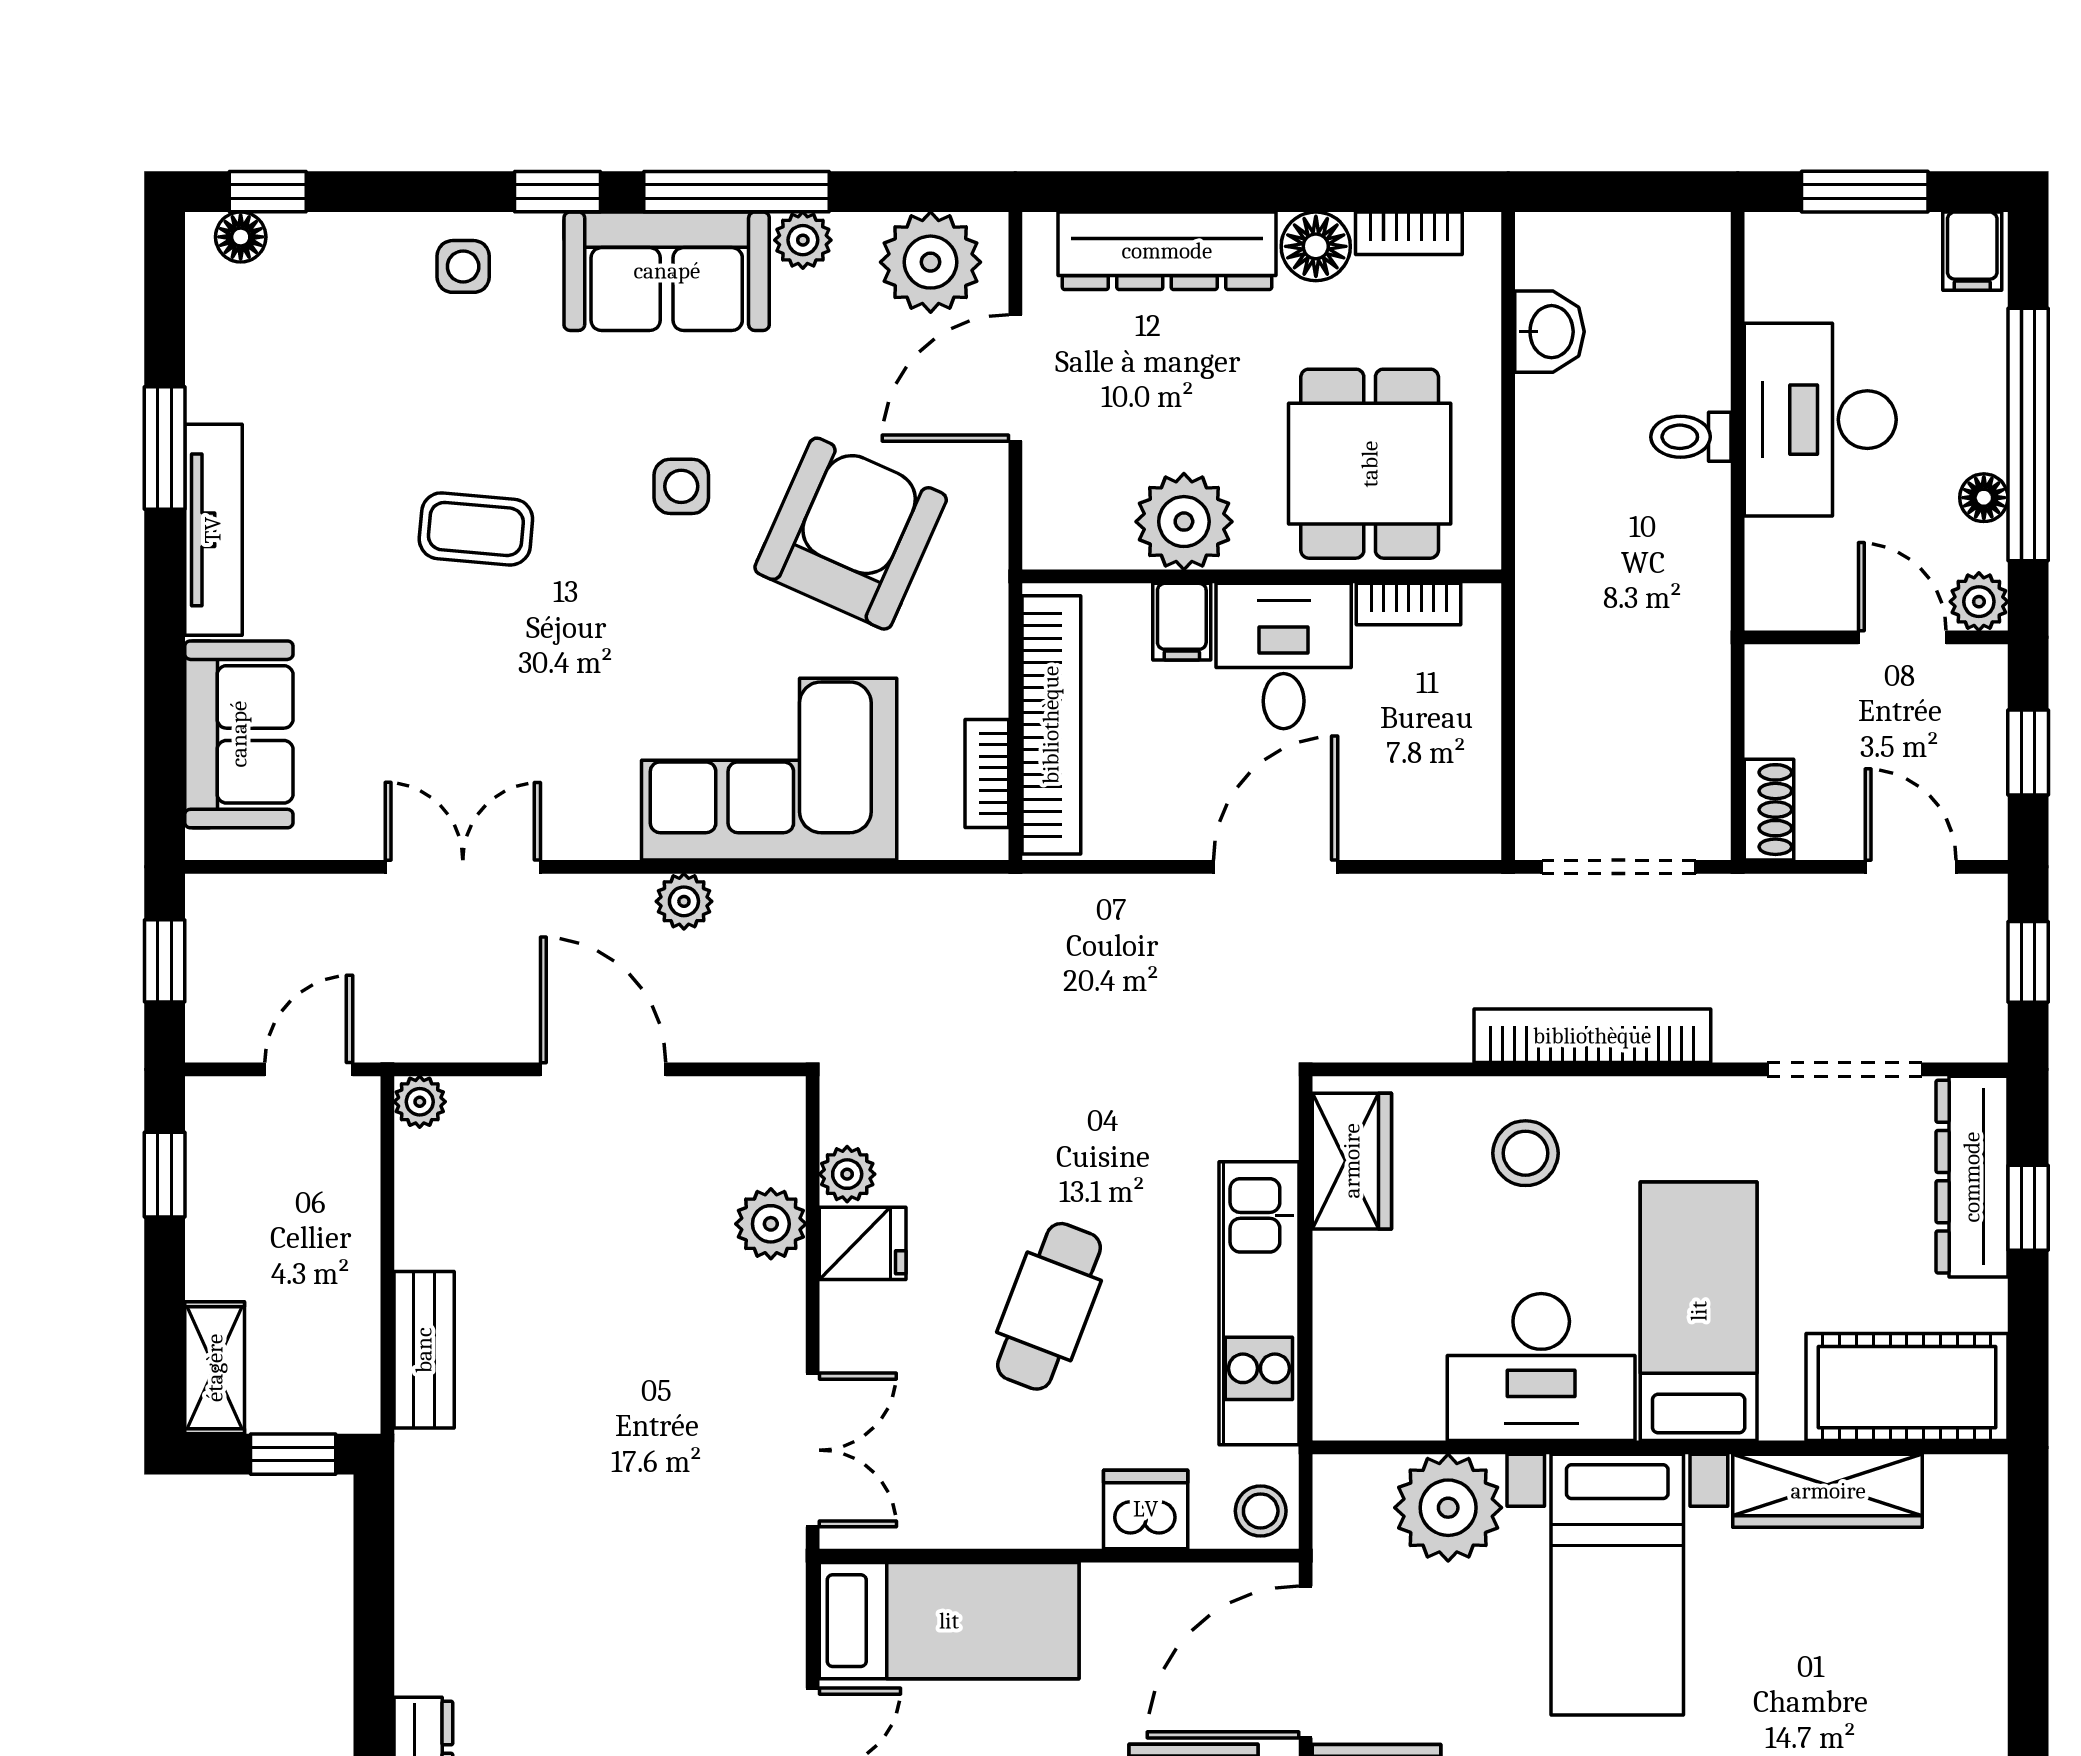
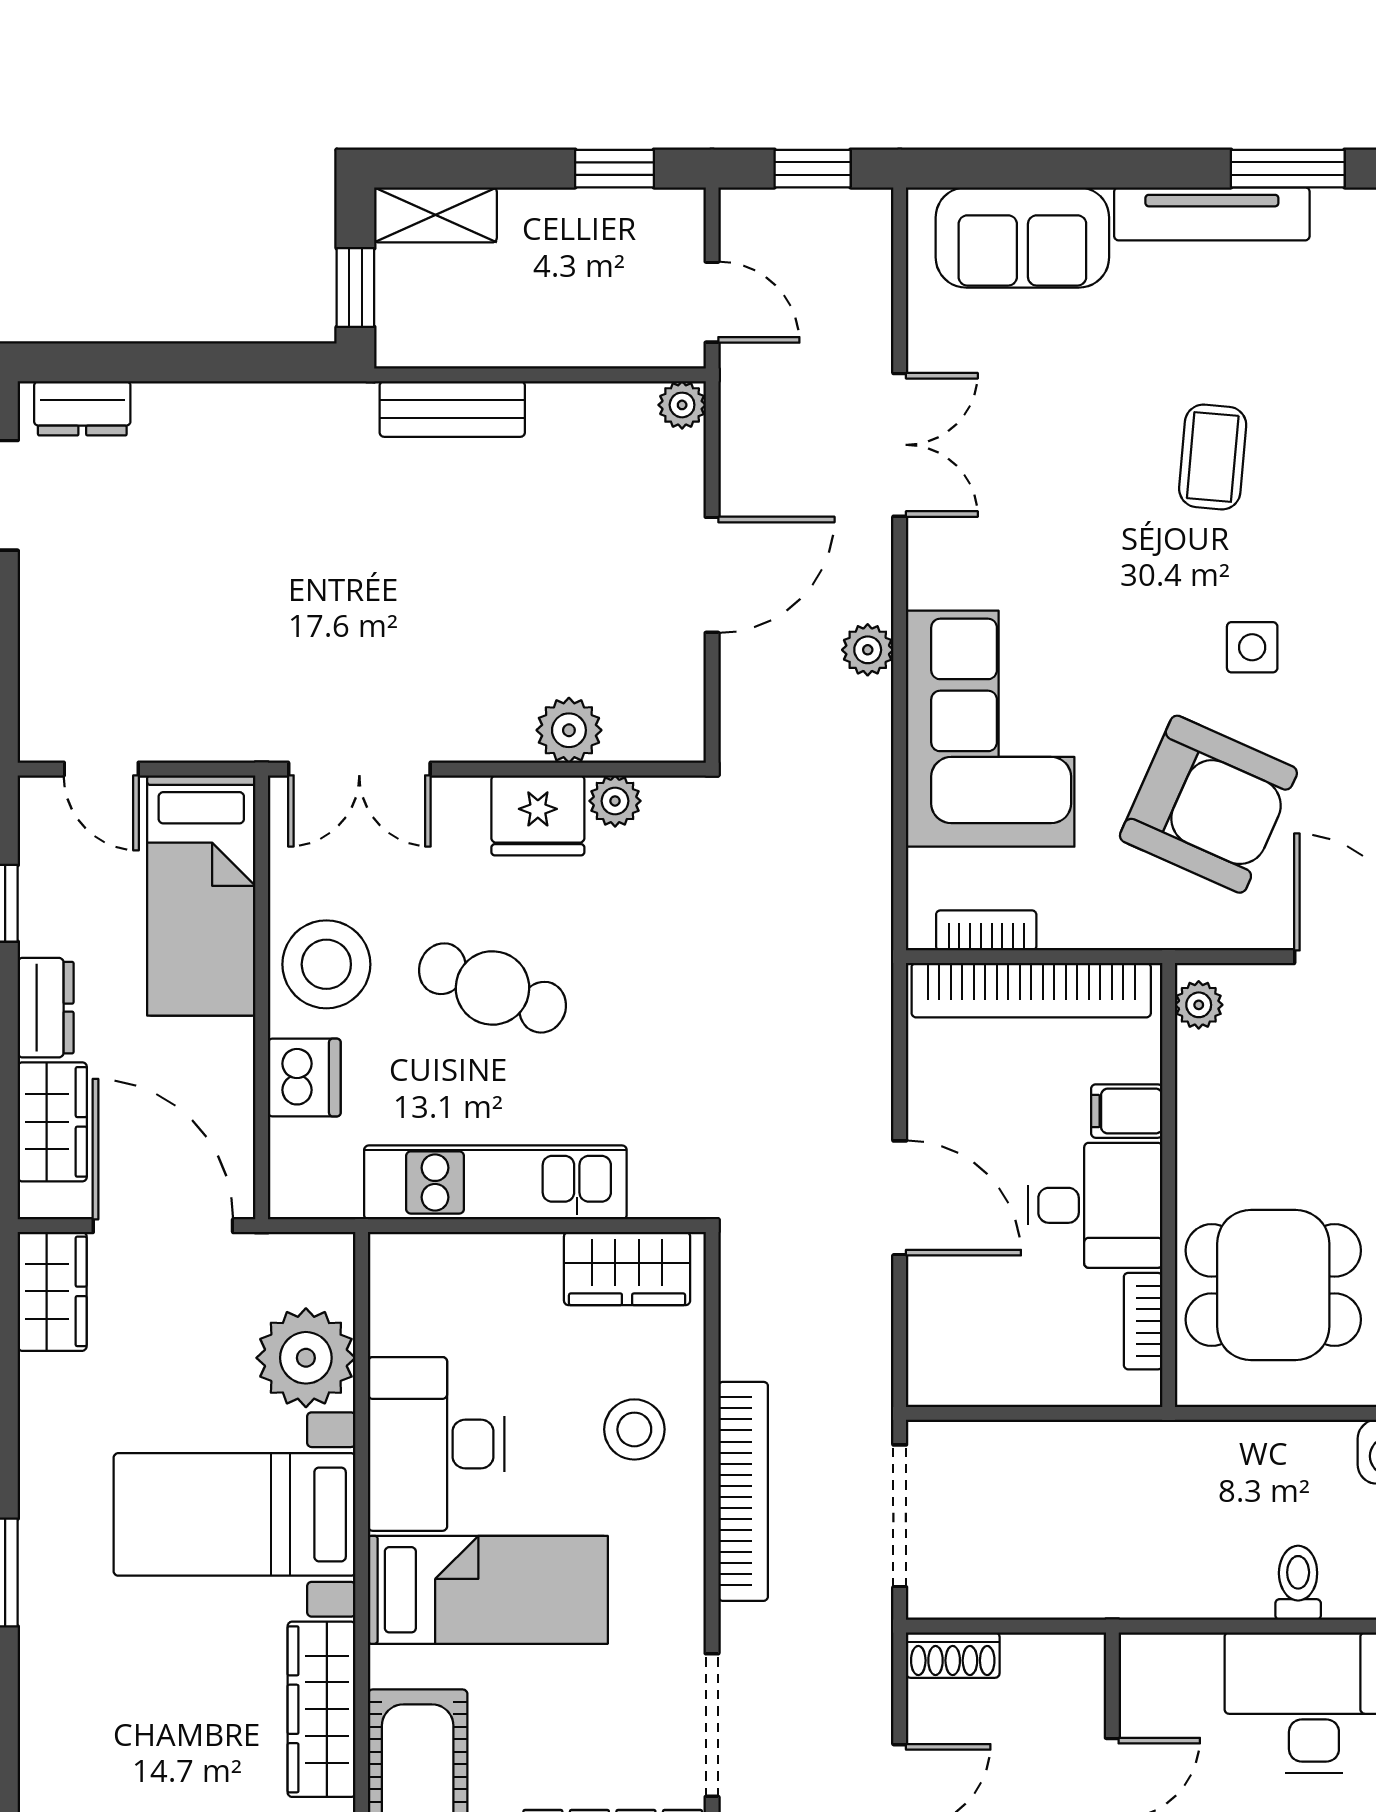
plant: (1184, 522) -> (1199, 1005), moved, width x0.53, depth x0.53
fridge: (863, 1243) -> (538, 815), width x1.38
stool: (1261, 1511) -> (326, 964), moved, width x1.89, depth x1.89

